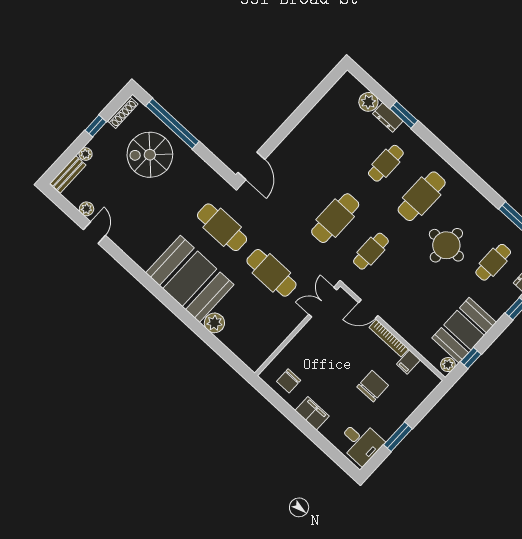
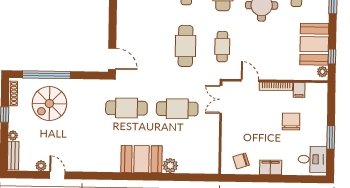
booth: (190, 279) -> (142, 159), width x0.73, depth x0.70
door: (368, 309) -> (250, 81), swing flipped
chair: (289, 381) -> (241, 161), turned 72

